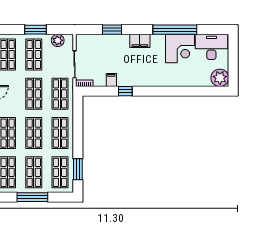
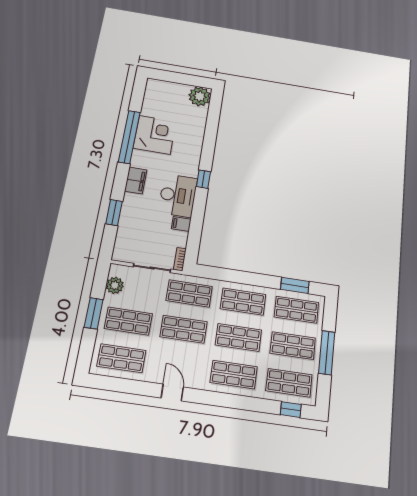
desk: (211, 47) -> (178, 195), moved, turned 180
window: (125, 91) -> (203, 179), moved

